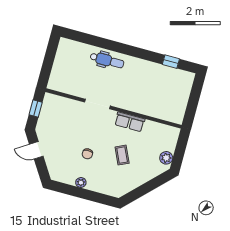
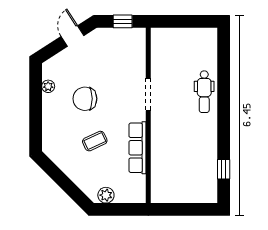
row of seats: (130, 122) -> (137, 148), width x1.48
chair: (87, 154) -> (85, 99), width x1.87, depth x1.87
plant: (81, 182) -> (48, 86), moved

